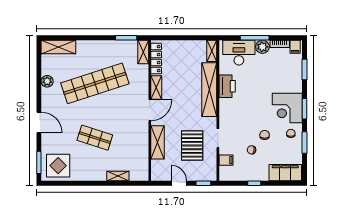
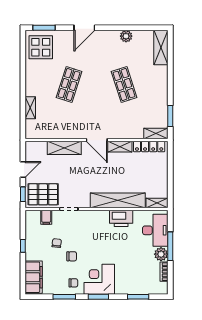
filing cabinet: (295, 47) -> (161, 287), removed
shop shelf: (95, 83) -> (124, 84), width x0.50, depth x0.74
pallet: (192, 146) -> (43, 194), moved

